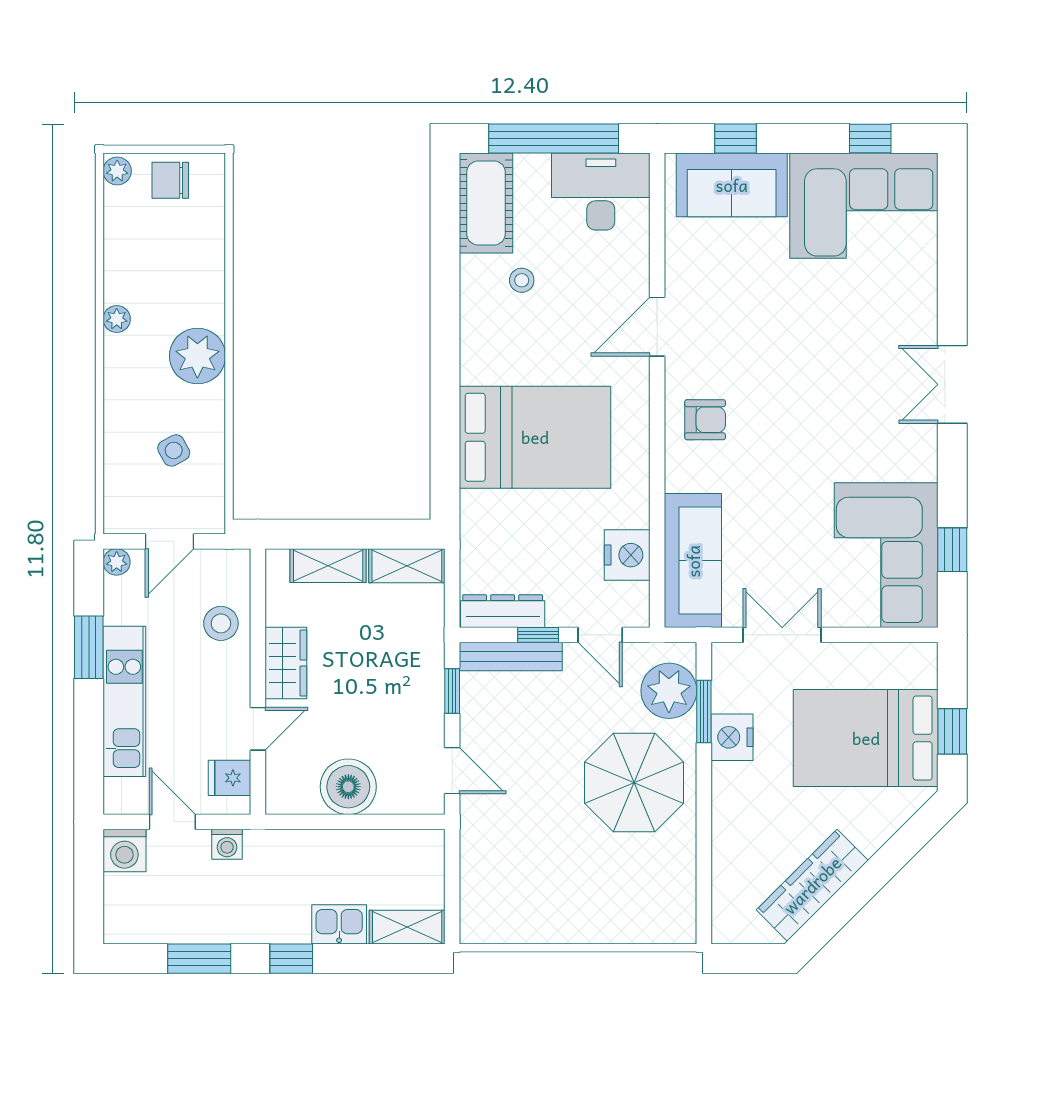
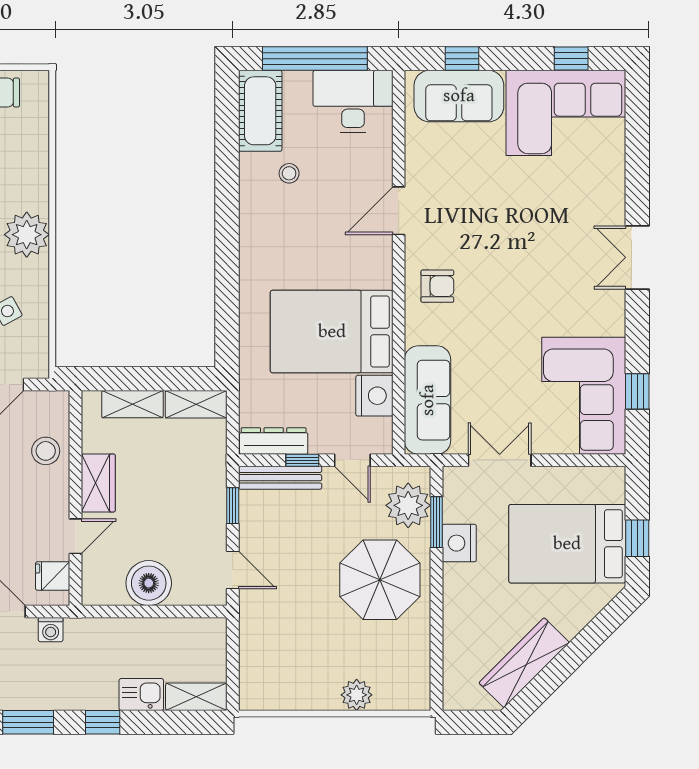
bed: (535, 437) -> (332, 332), moved, turned 180
plant: (605, 925) -> (357, 695), added

